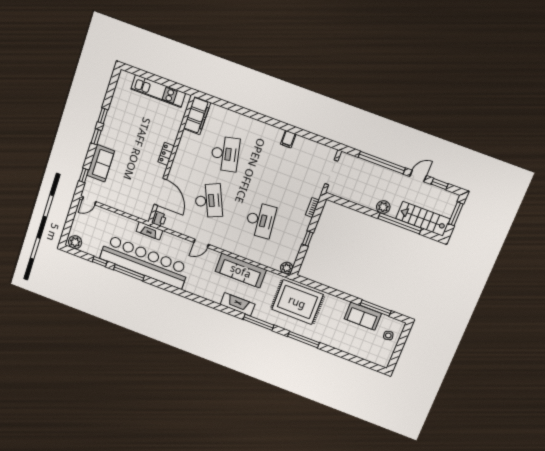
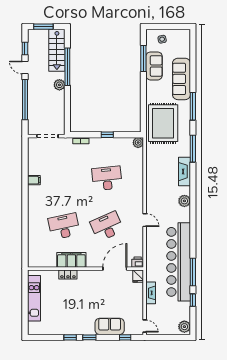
filing cabinet: (197, 116) -> (71, 260), moved
locker: (166, 154) -> (68, 274), moved
fridge: (144, 214) -> (138, 276), added
fireplace: (149, 231) -> (151, 293), moved
sofa: (241, 271) -> (181, 79), moved, turned 180
plant: (207, 292) -> (184, 201), added

